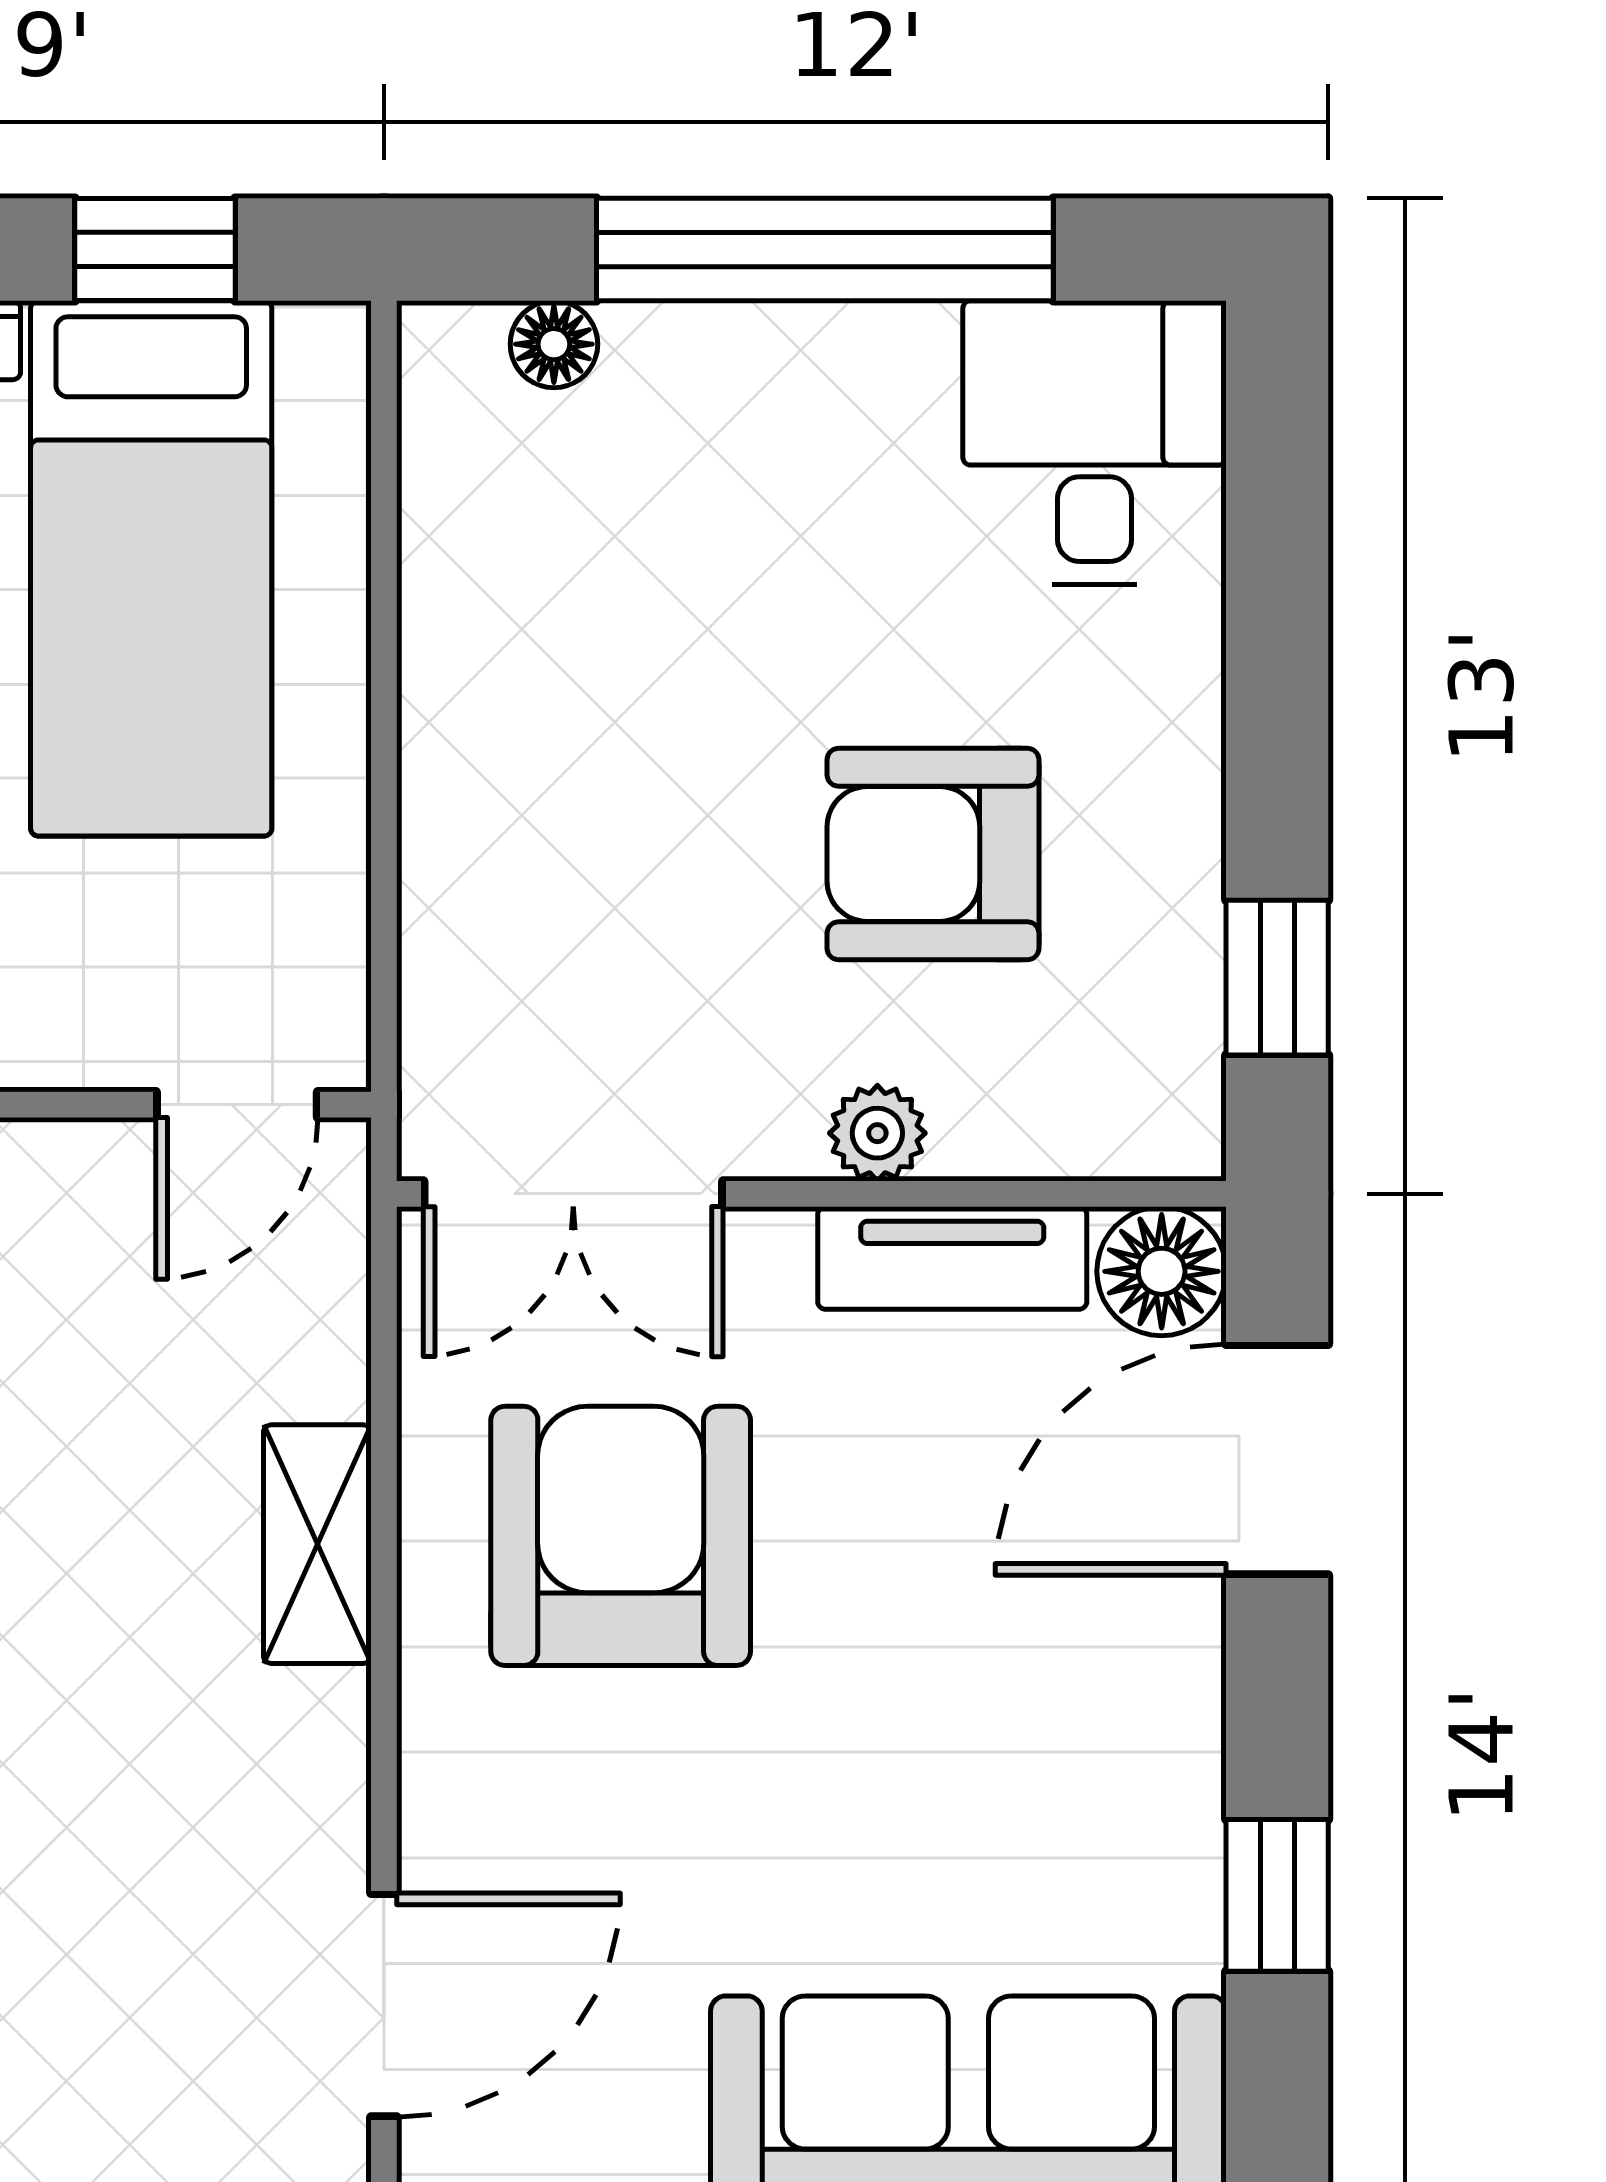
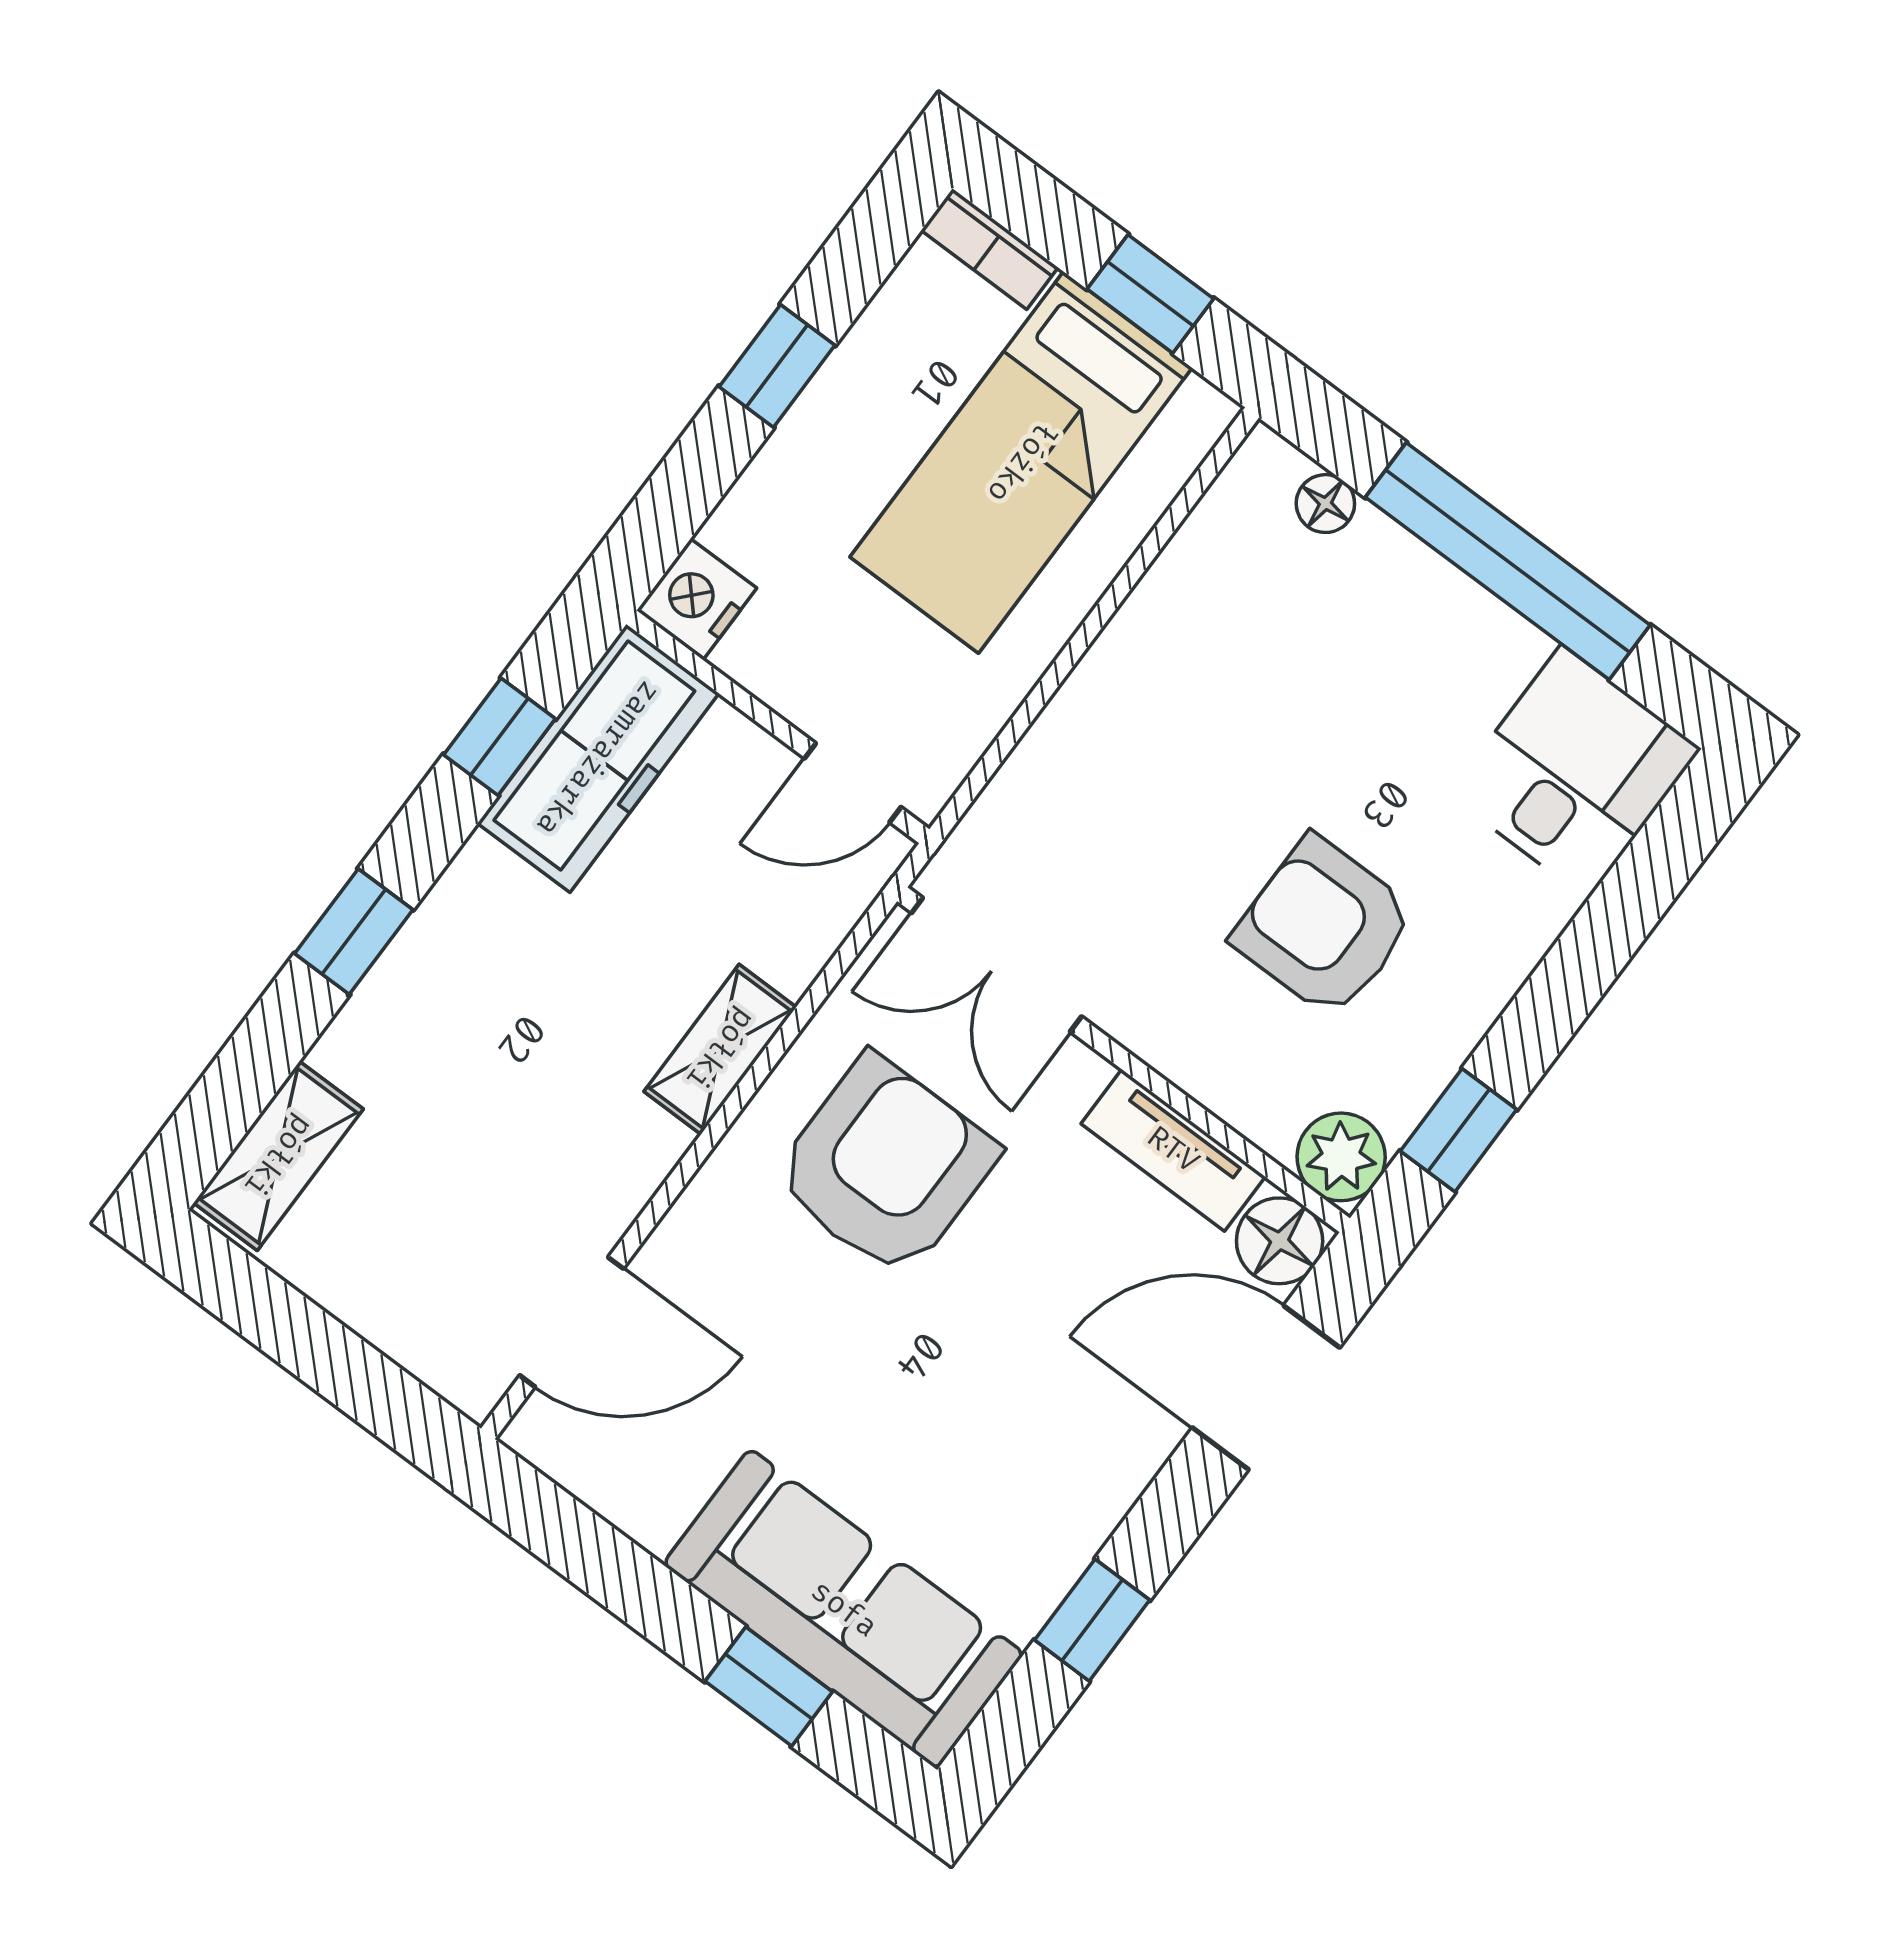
plant: (877, 1133) -> (1341, 1157), moved, width x1.38, depth x1.38

